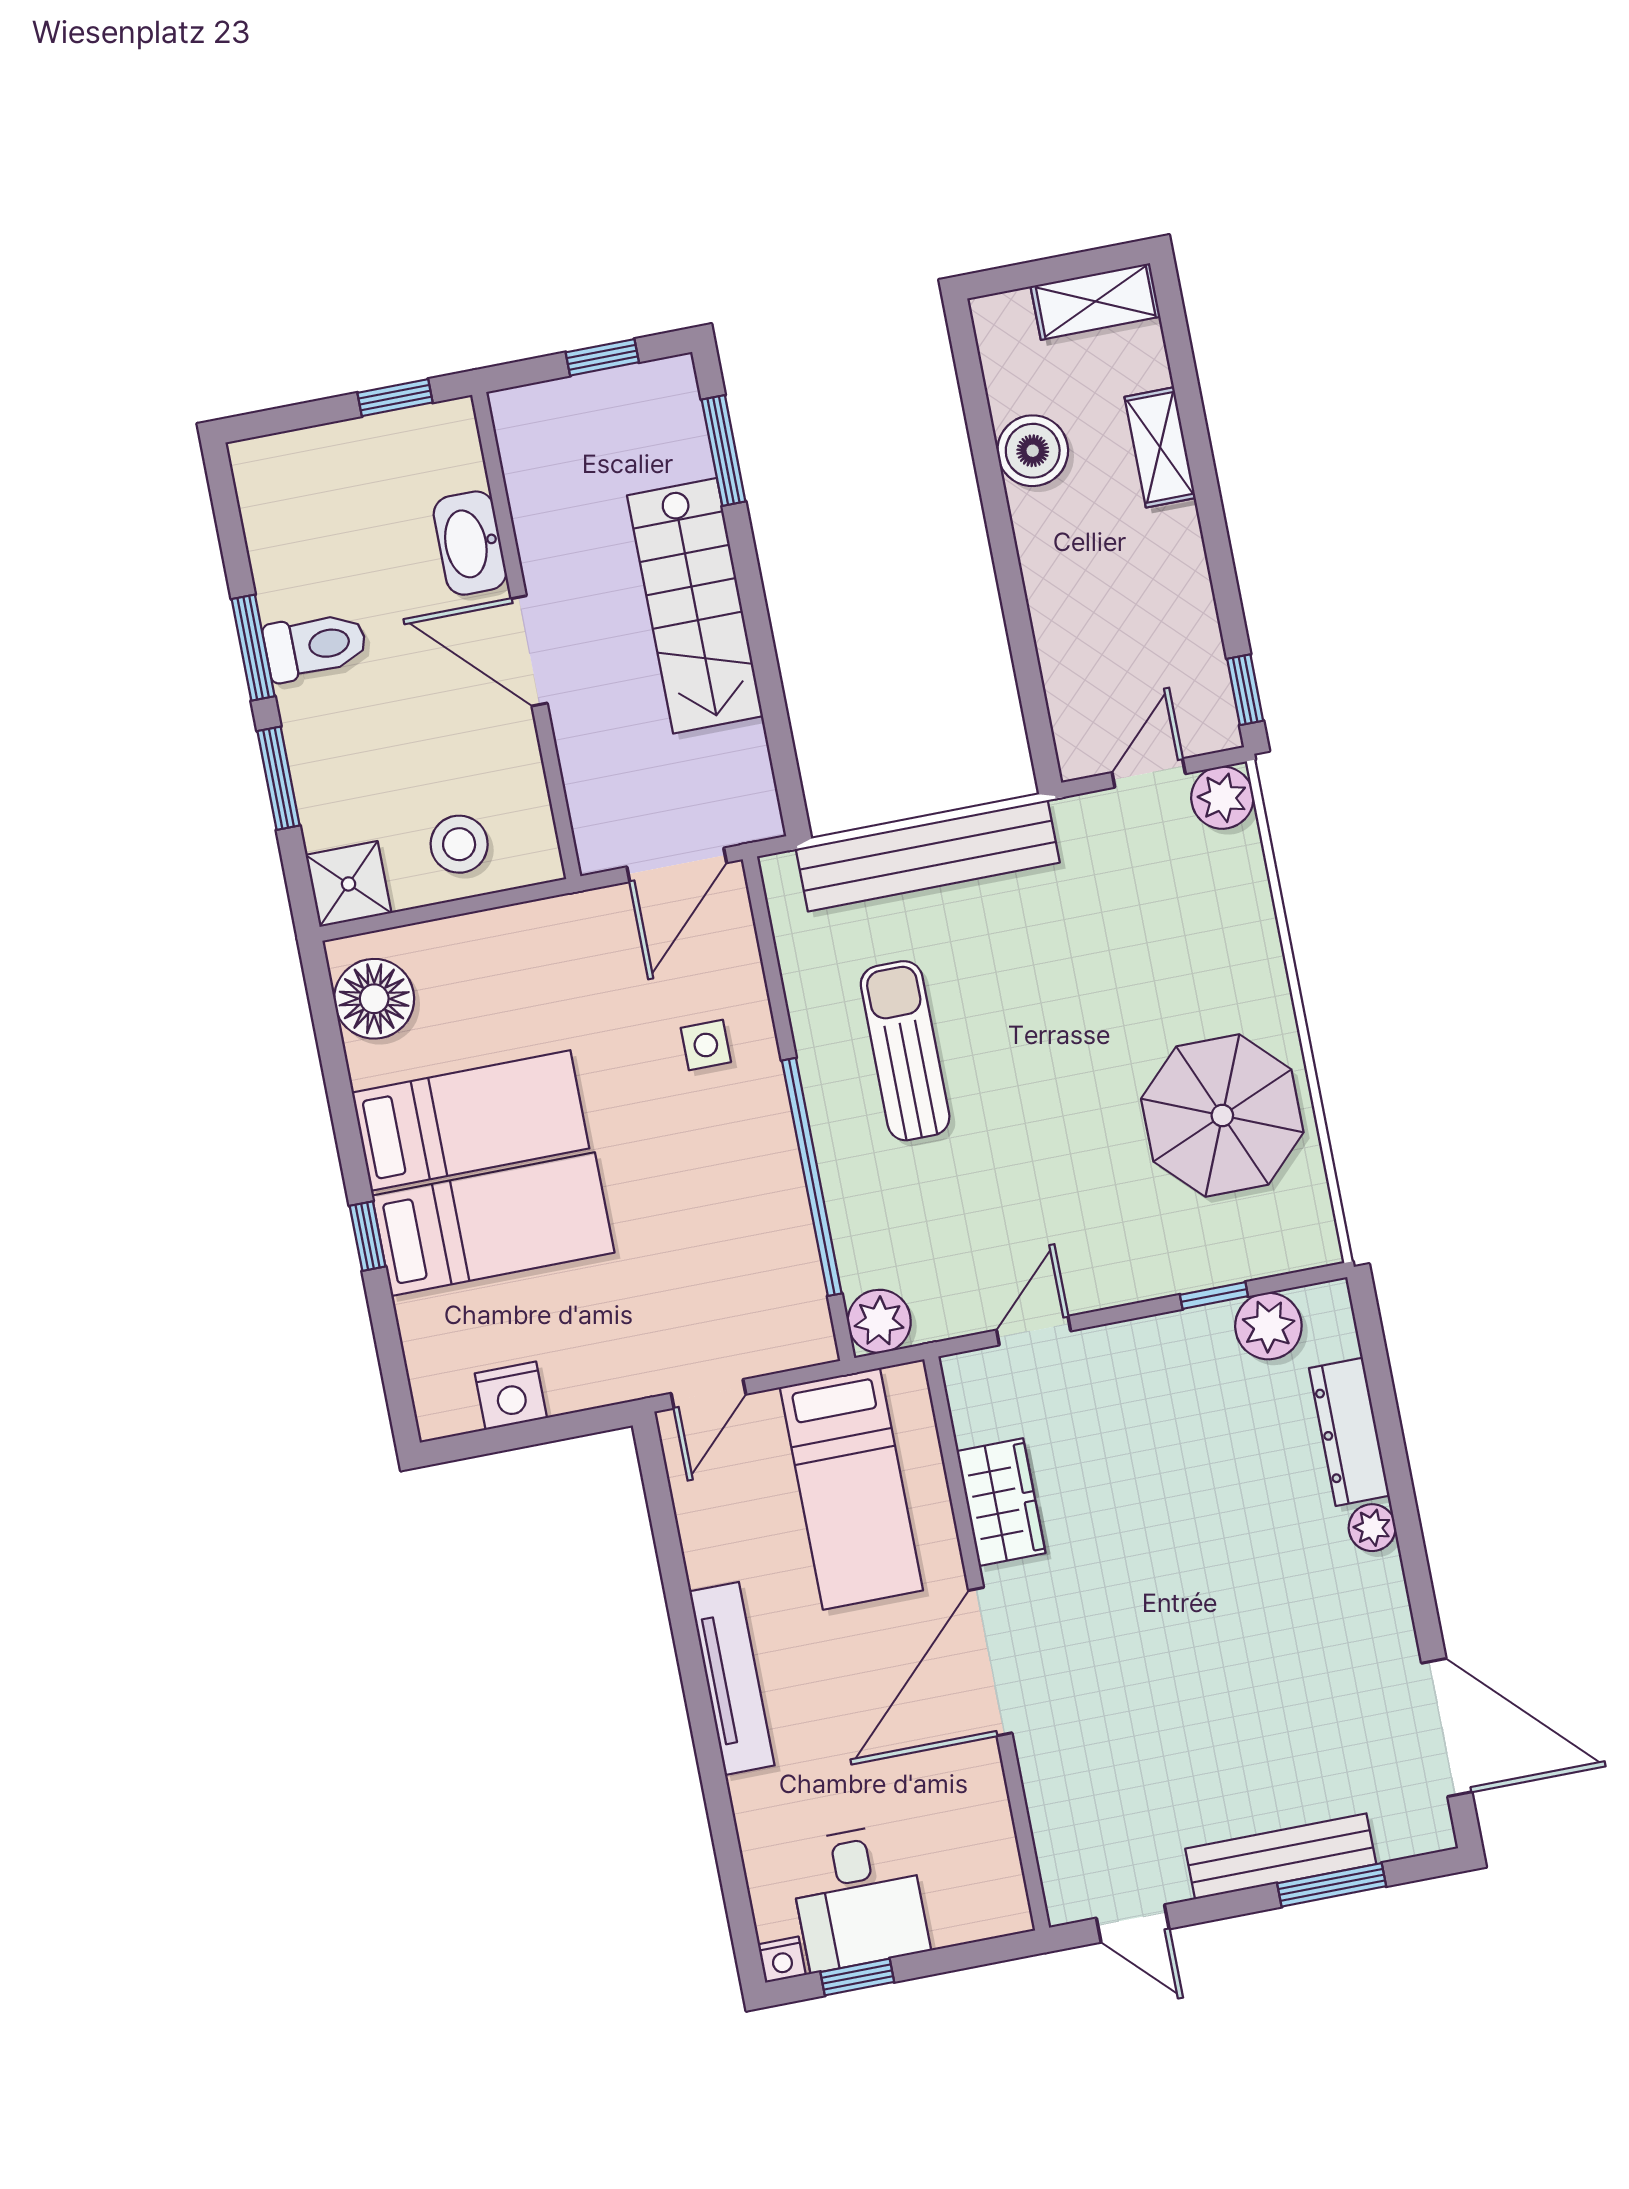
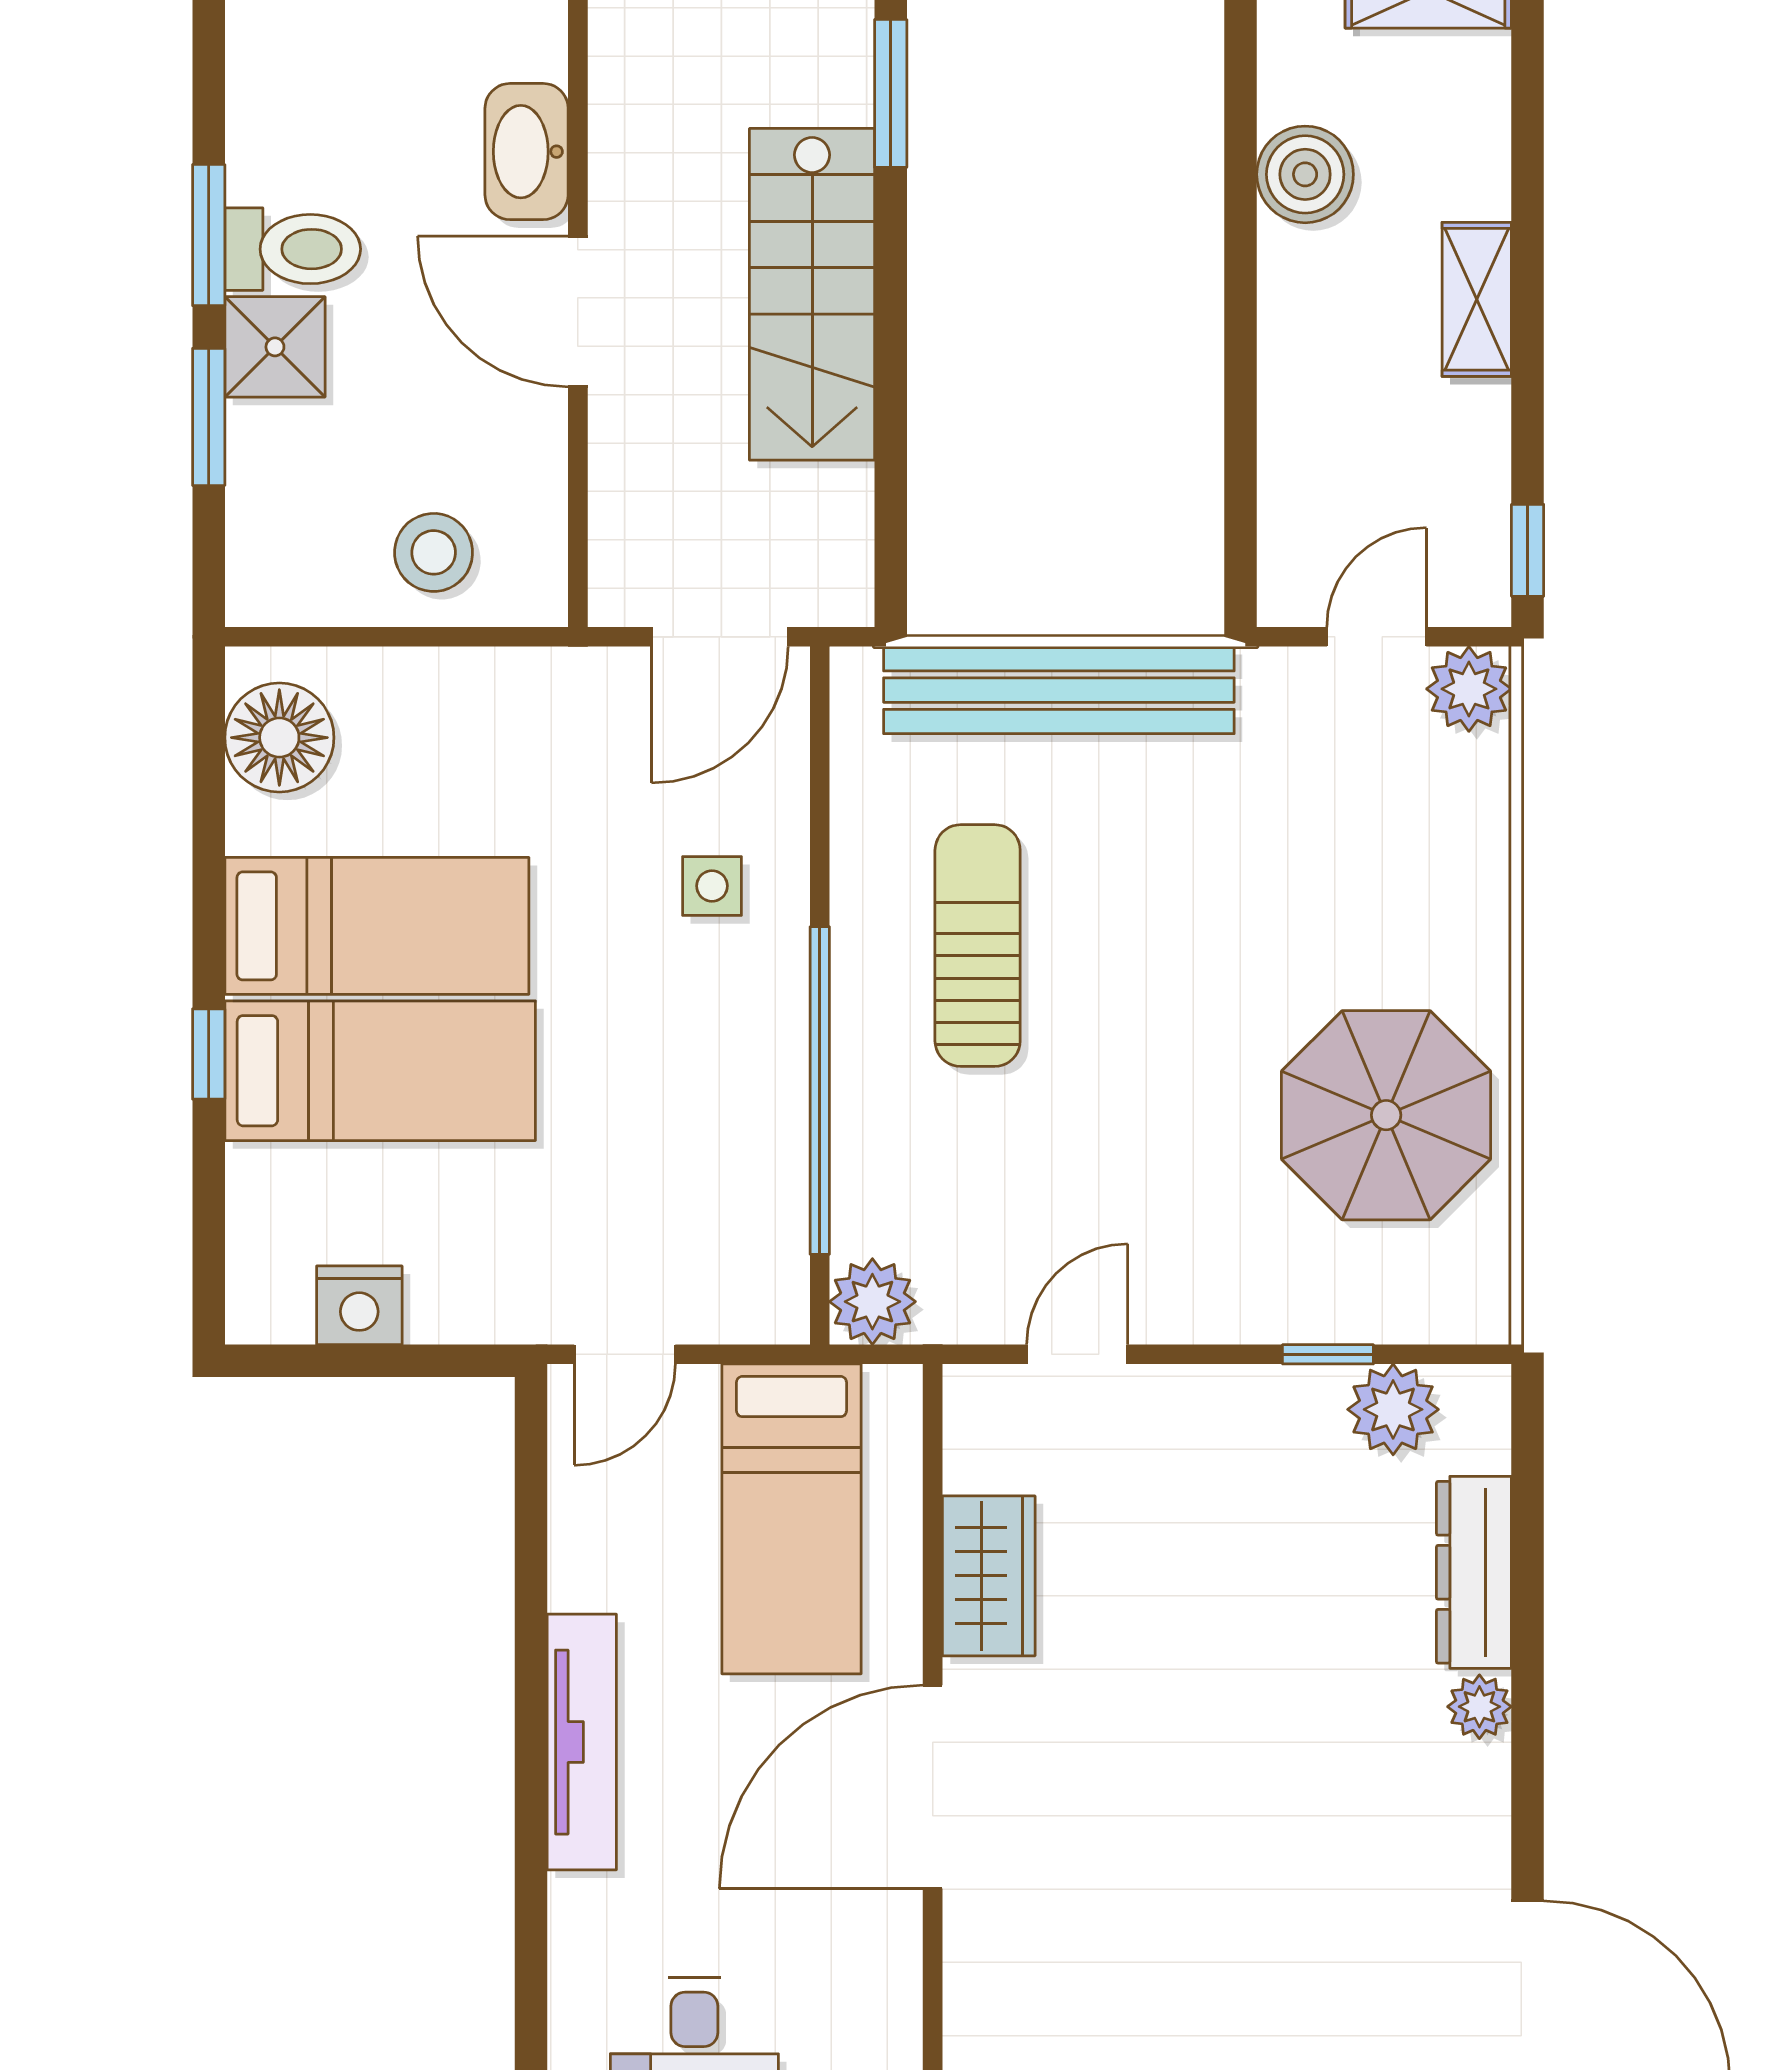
shelving: (1160, 447) -> (1477, 299), moved
shower: (349, 884) -> (275, 347), moved

